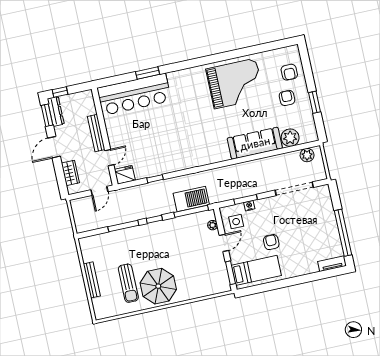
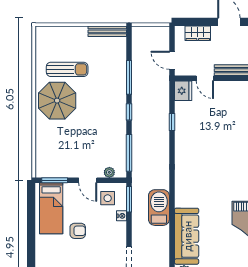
barbecue: (191, 199) -> (159, 208), moved, turned 180
window: (246, 199) -> (129, 199), moved
bench: (92, 280) -> (107, 31), moved
sun lounger: (128, 283) -> (67, 69), turned 180

